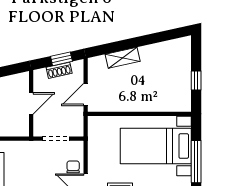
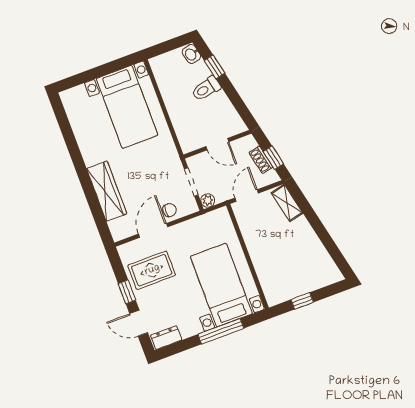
shelving: (123, 58) -> (287, 203), moved
door: (86, 94) -> (247, 195), hinge flipped
plant: (77, 130) -> (208, 201), added

